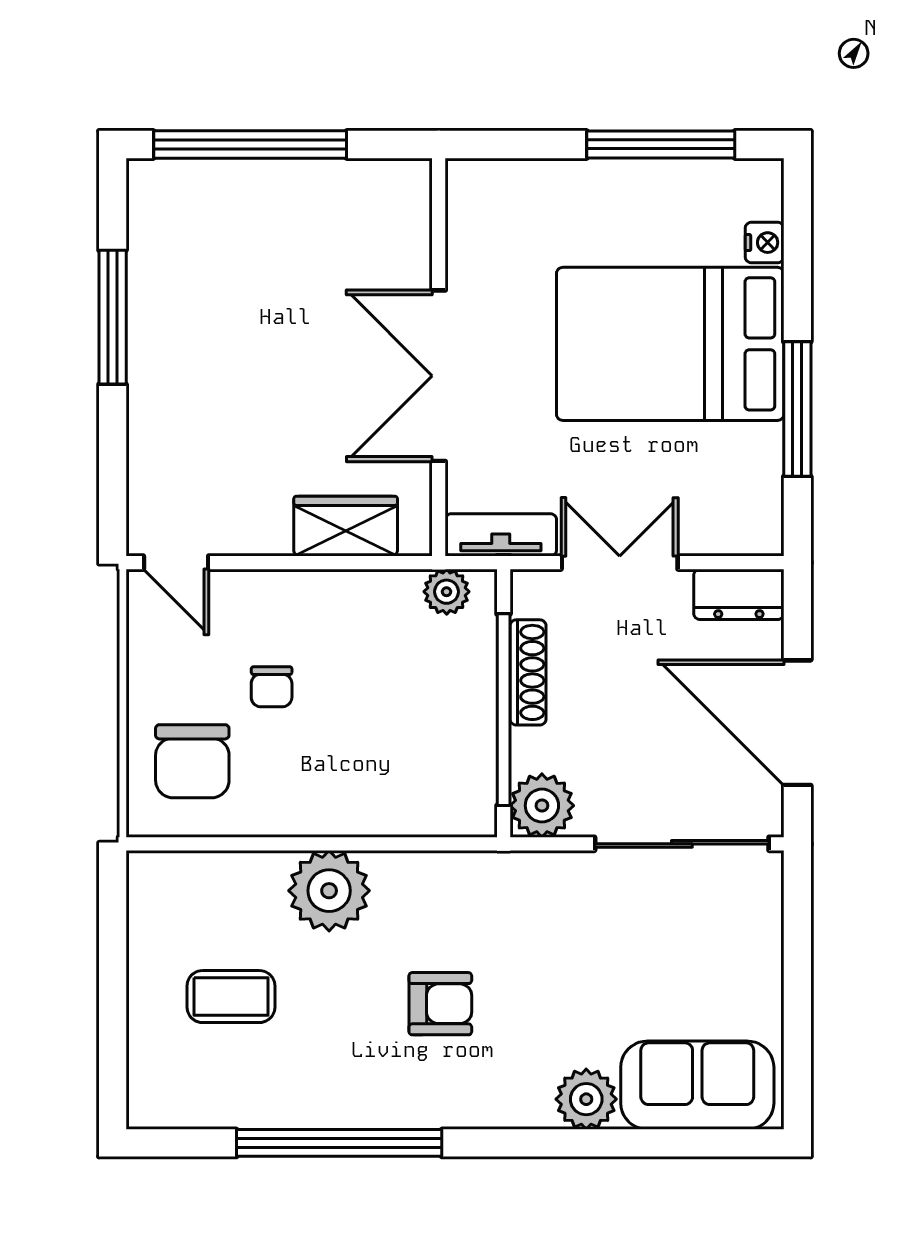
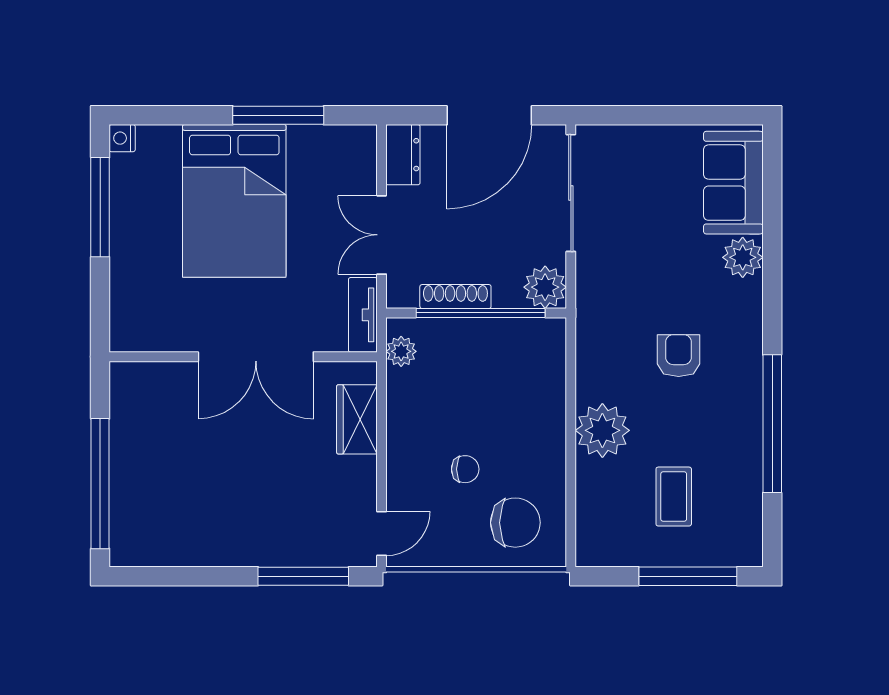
nightstand: (765, 243) -> (122, 138), moved, turned -90
window: (113, 317) -> (303, 576), moved
window: (113, 1018) -> (688, 576), added

